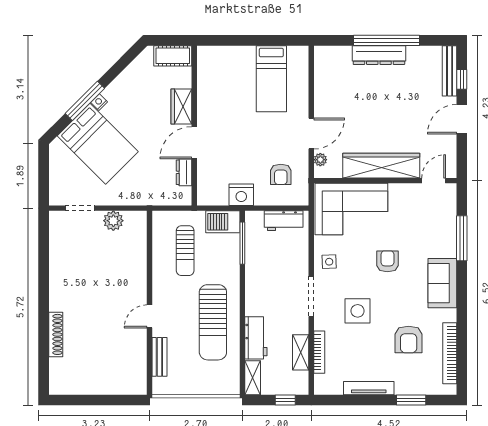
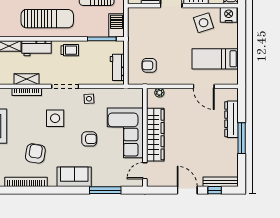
window: (386, 40) -> (242, 138), width x0.68
dresser: (379, 55) -> (231, 119), moved
side table: (219, 96) -> (204, 23), added
door: (311, 134) -> (204, 86), moved
door: (434, 181) -> (145, 171), swing flipped
nightstand: (241, 195) -> (229, 15), moved, turned 90
corner sofa: (351, 209) -> (125, 133), moved
trolley: (259, 289) -> (70, 50), added
sun lounger: (213, 322) -> (47, 19), turned 180
armchair: (409, 339) -> (35, 153), turned 99

